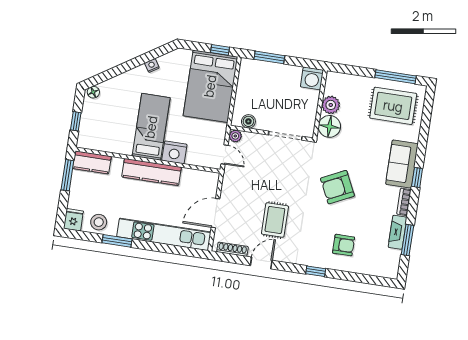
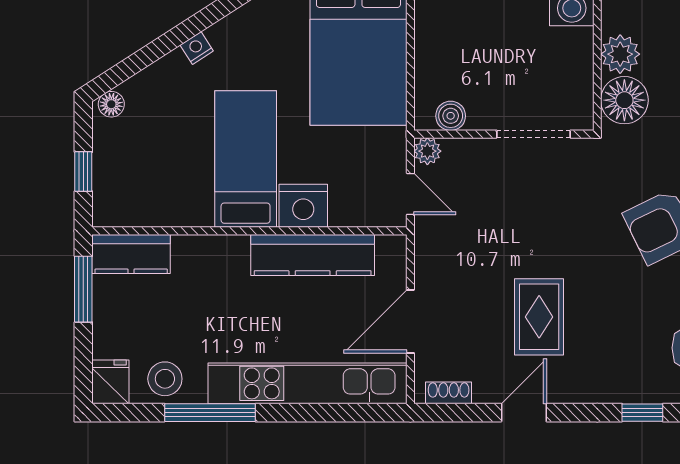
nightstand: (152, 65) -> (197, 48), moved
kitchen counter: (152, 172) -> (313, 255), moved
window: (117, 241) -> (210, 413), width x1.44
shoe rack: (233, 249) -> (449, 393), width x0.70

